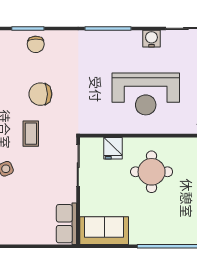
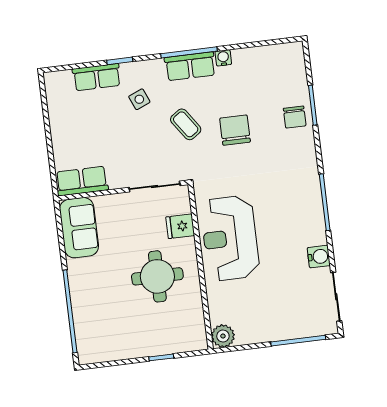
chair: (36, 44) -> (295, 117), turned -88
reception desk: (146, 94) -> (230, 238), moved
coffee table: (31, 134) -> (186, 124), turned 55

